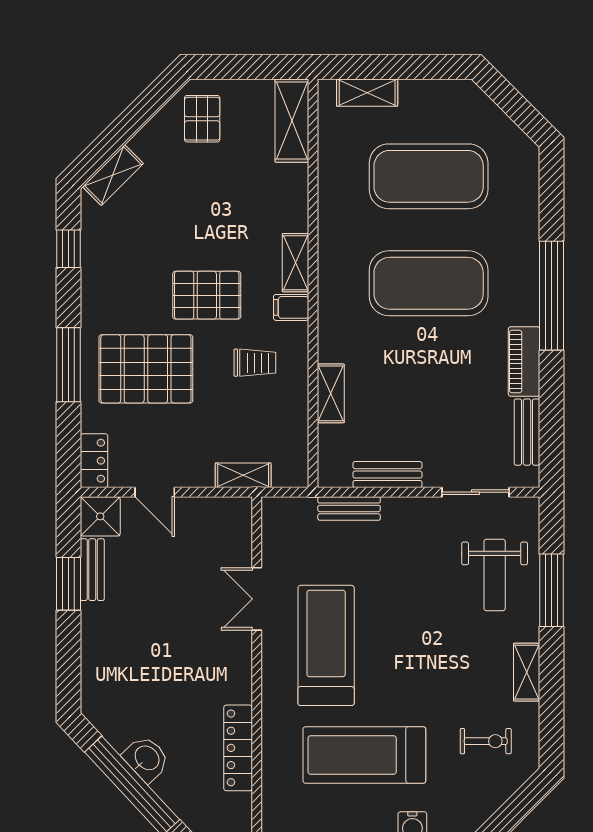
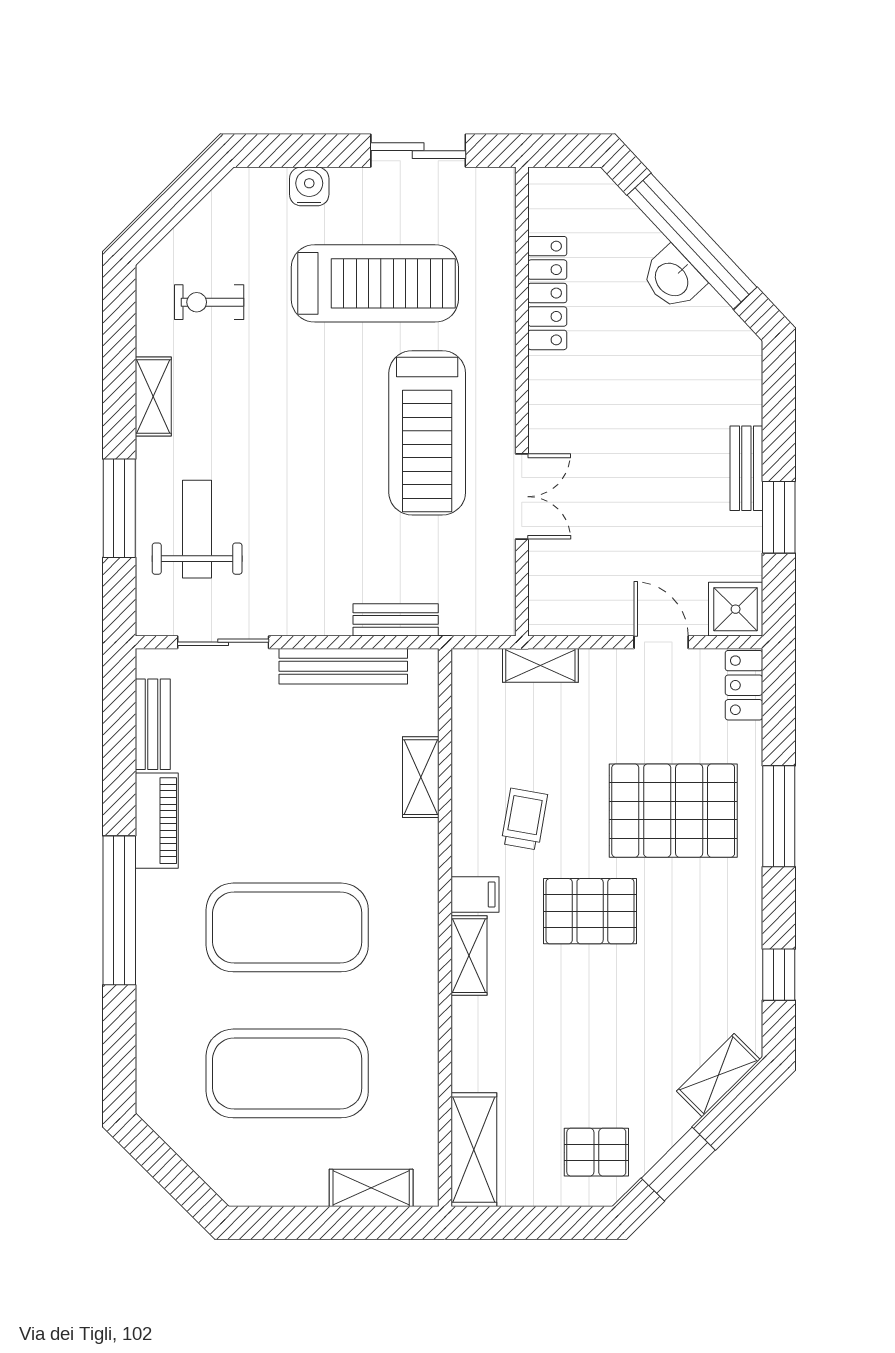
window: (142, 110) -> (678, 1164), added
pallet: (202, 119) -> (596, 1152), turned 90
trolley: (255, 363) -> (524, 819), turned 100
bench: (387, 475) -> (343, 666), width x1.36
bench: (92, 570) -> (746, 468), moved

